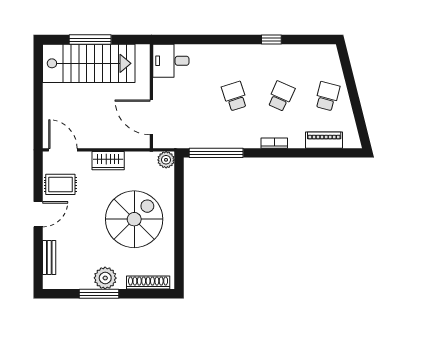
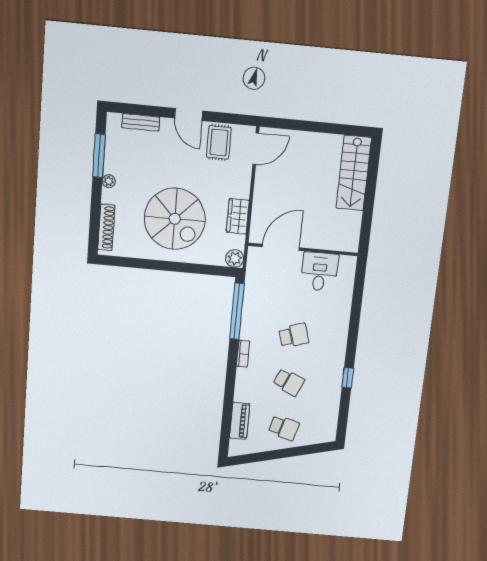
window: (90, 40) -> (370, 190), removed
desk: (171, 61) -> (319, 272), moved
stairs: (89, 63) -> (354, 173), width x0.73, depth x0.66
bookcase: (274, 143) -> (243, 354), moved
wardrobe: (108, 161) -> (238, 216), moved
plant: (105, 278) -> (109, 181), width x0.53, depth x0.53
window: (99, 294) -> (99, 156), moved

